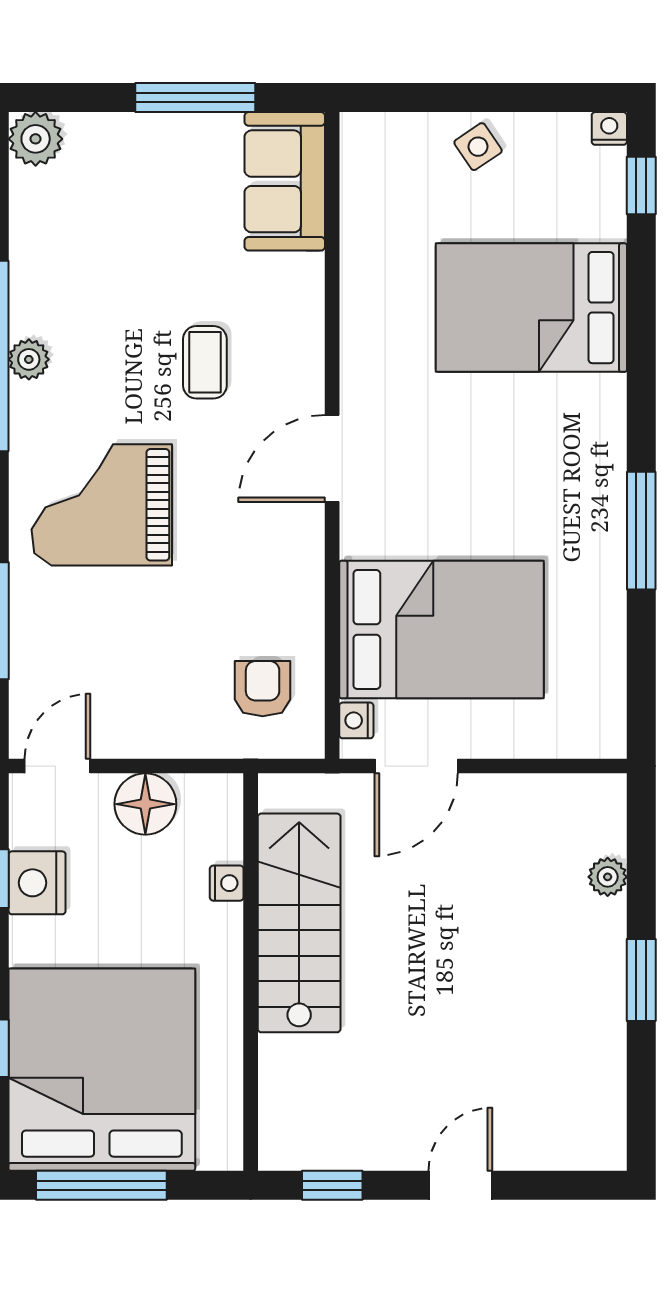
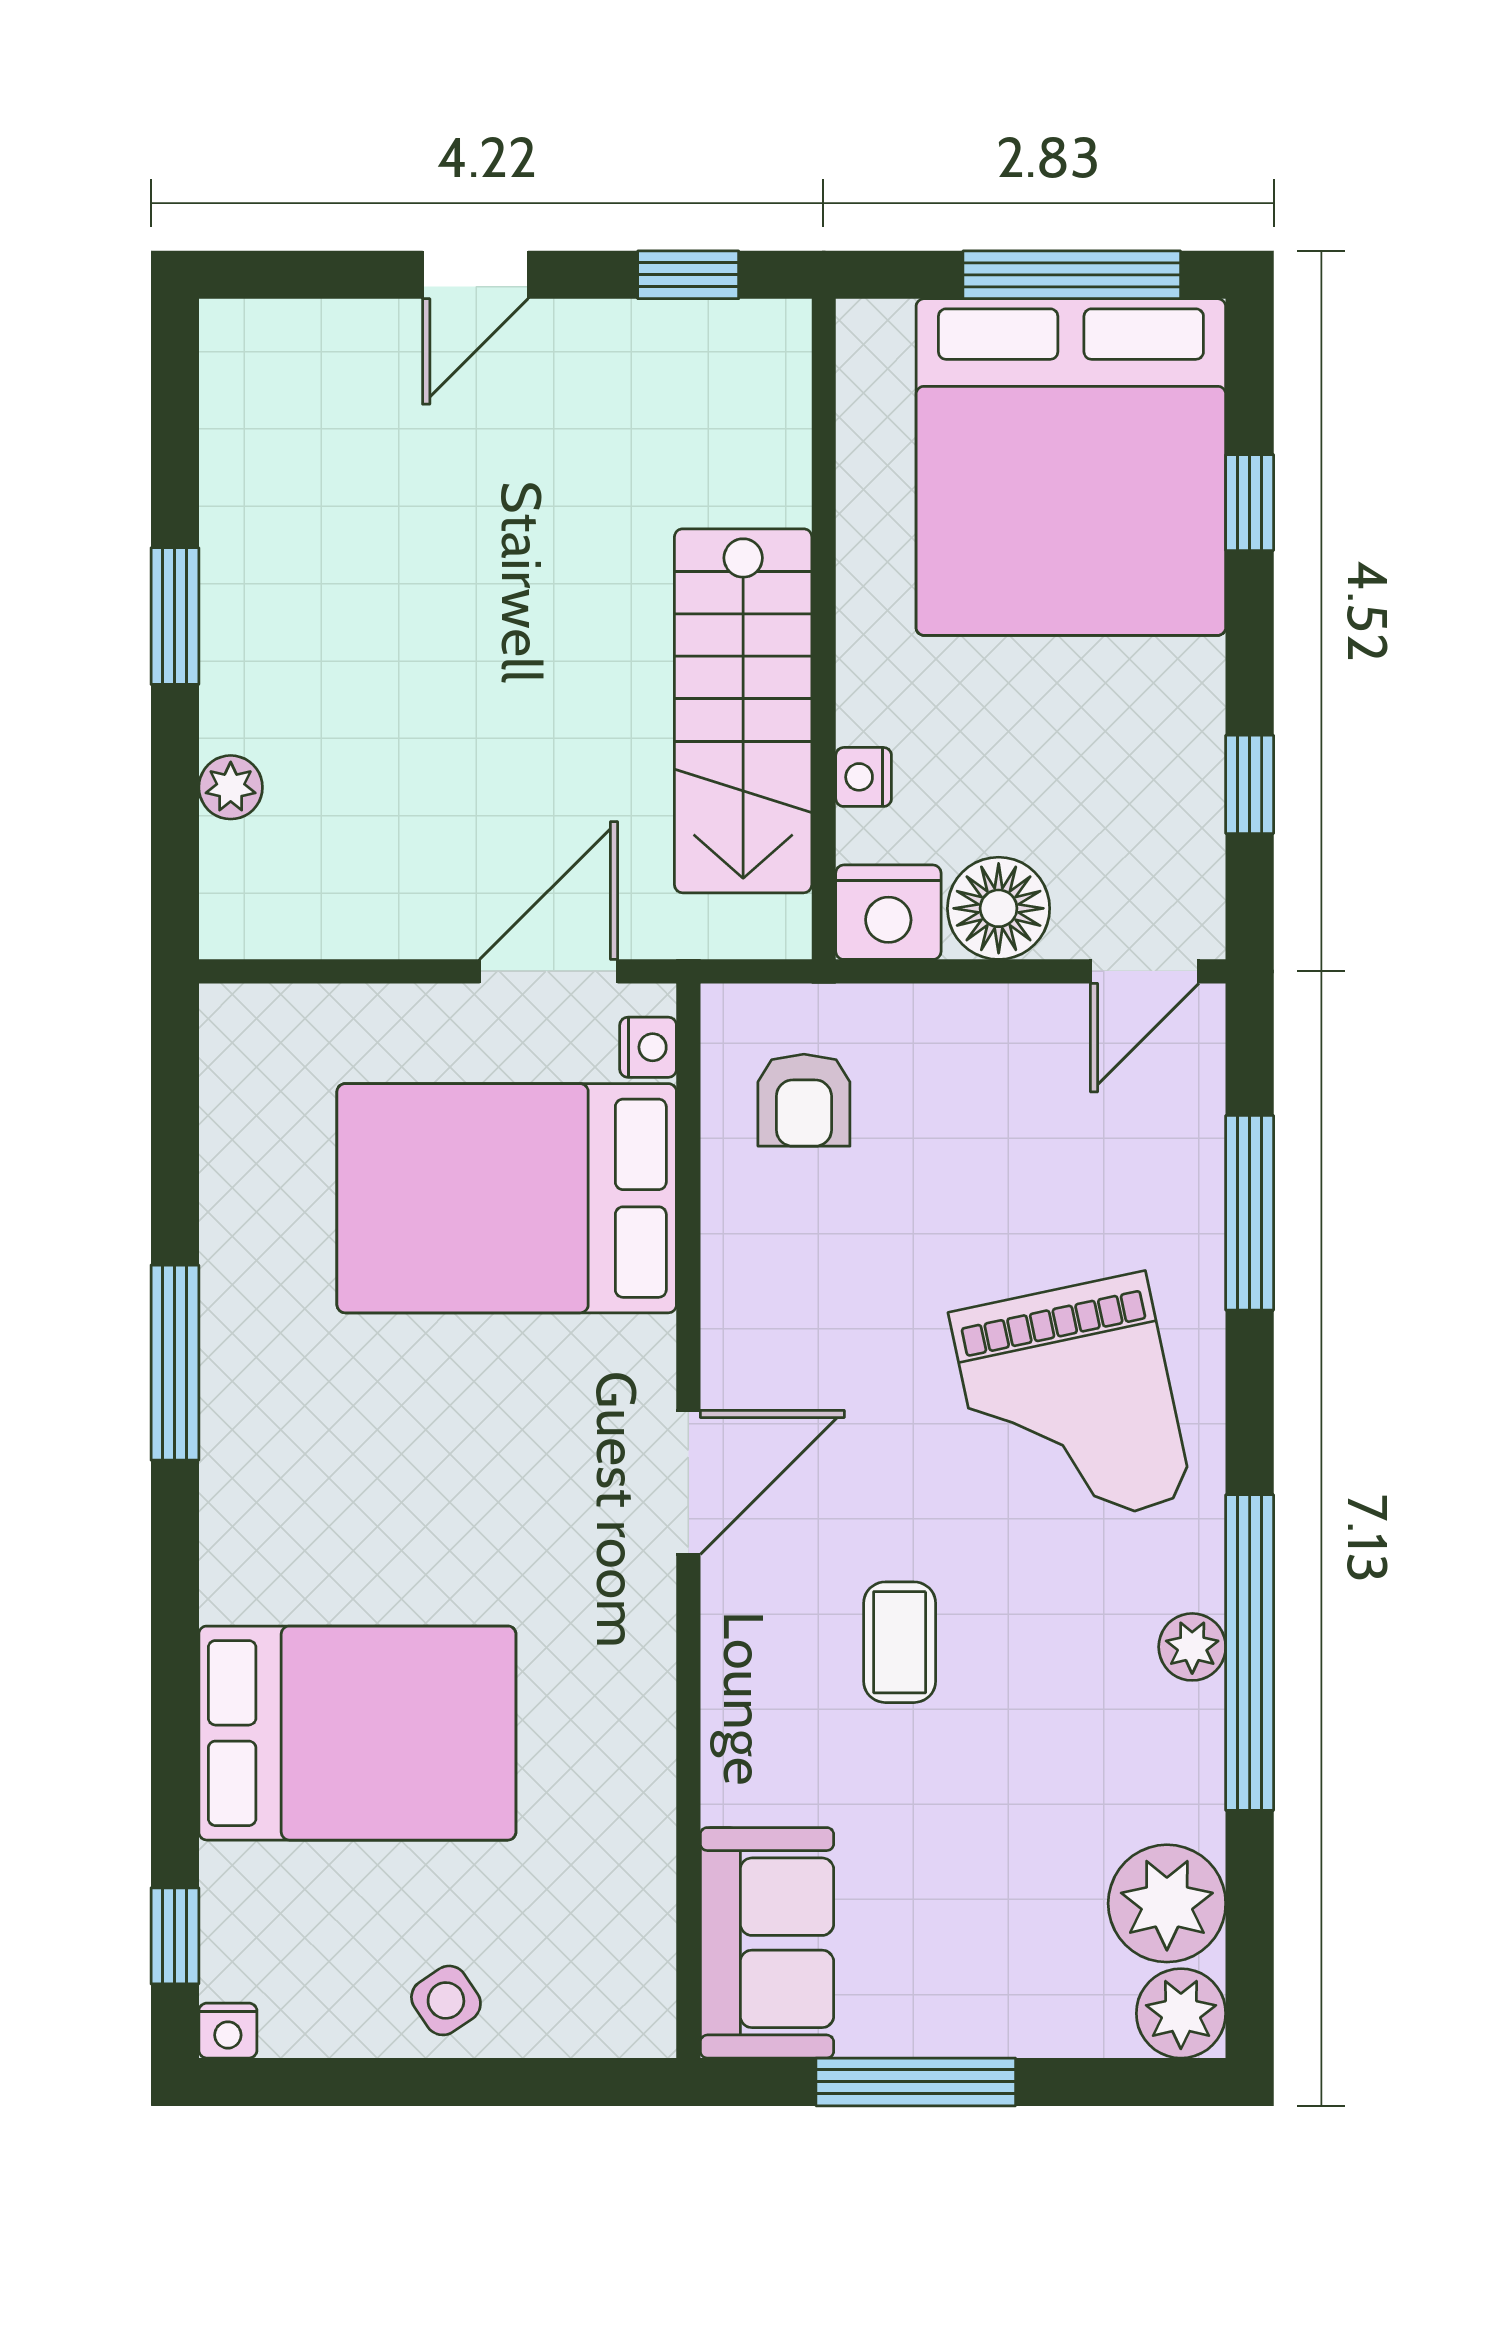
plant: (44, 205) -> (1167, 1903), added
grand piano: (102, 505) -> (1071, 1405), turned 78
nightstand: (37, 883) -> (888, 912), moved, turned 90

